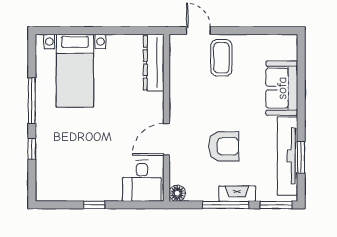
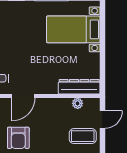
plant: (177, 65) -> (78, 103), added
door: (166, 139) -> (23, 96), swing flipped

